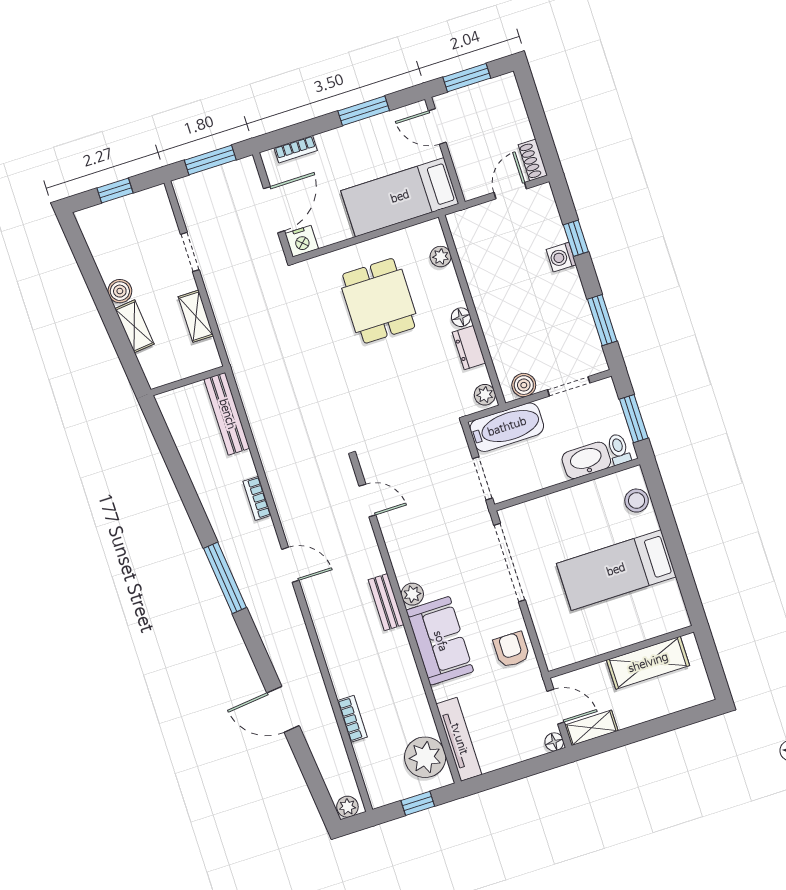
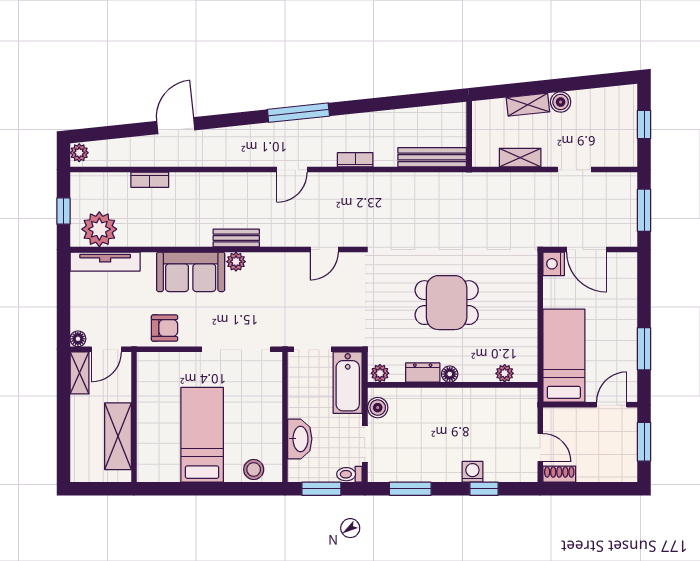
bookcase: (296, 149) -> (630, 283), removed
dining table: (379, 301) -> (447, 303), moved
toilet: (619, 449) -> (349, 474), moved, turned 180

